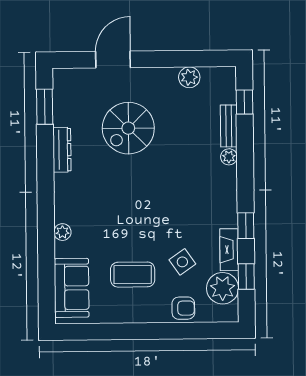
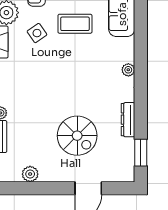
spiral stairs: (128, 128) -> (77, 136), turned 90
plant: (62, 232) -> (128, 70), moved

